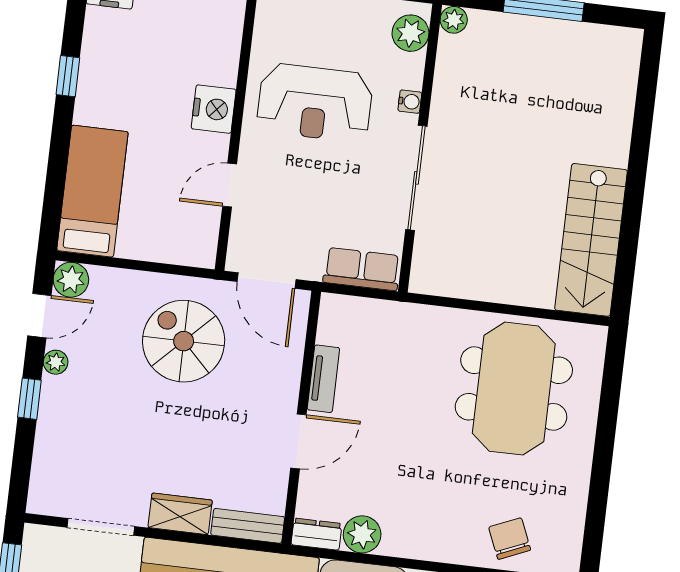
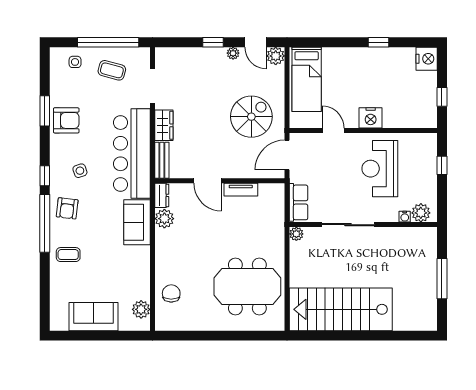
plant: (454, 20) -> (296, 234), moved
water cooler: (410, 102) -> (405, 217), moved
bed: (92, 191) -> (307, 79), moved, turned 90
stairs: (591, 240) -> (341, 309), width x1.36, depth x1.51
chair: (510, 539) -> (171, 293), turned -67

